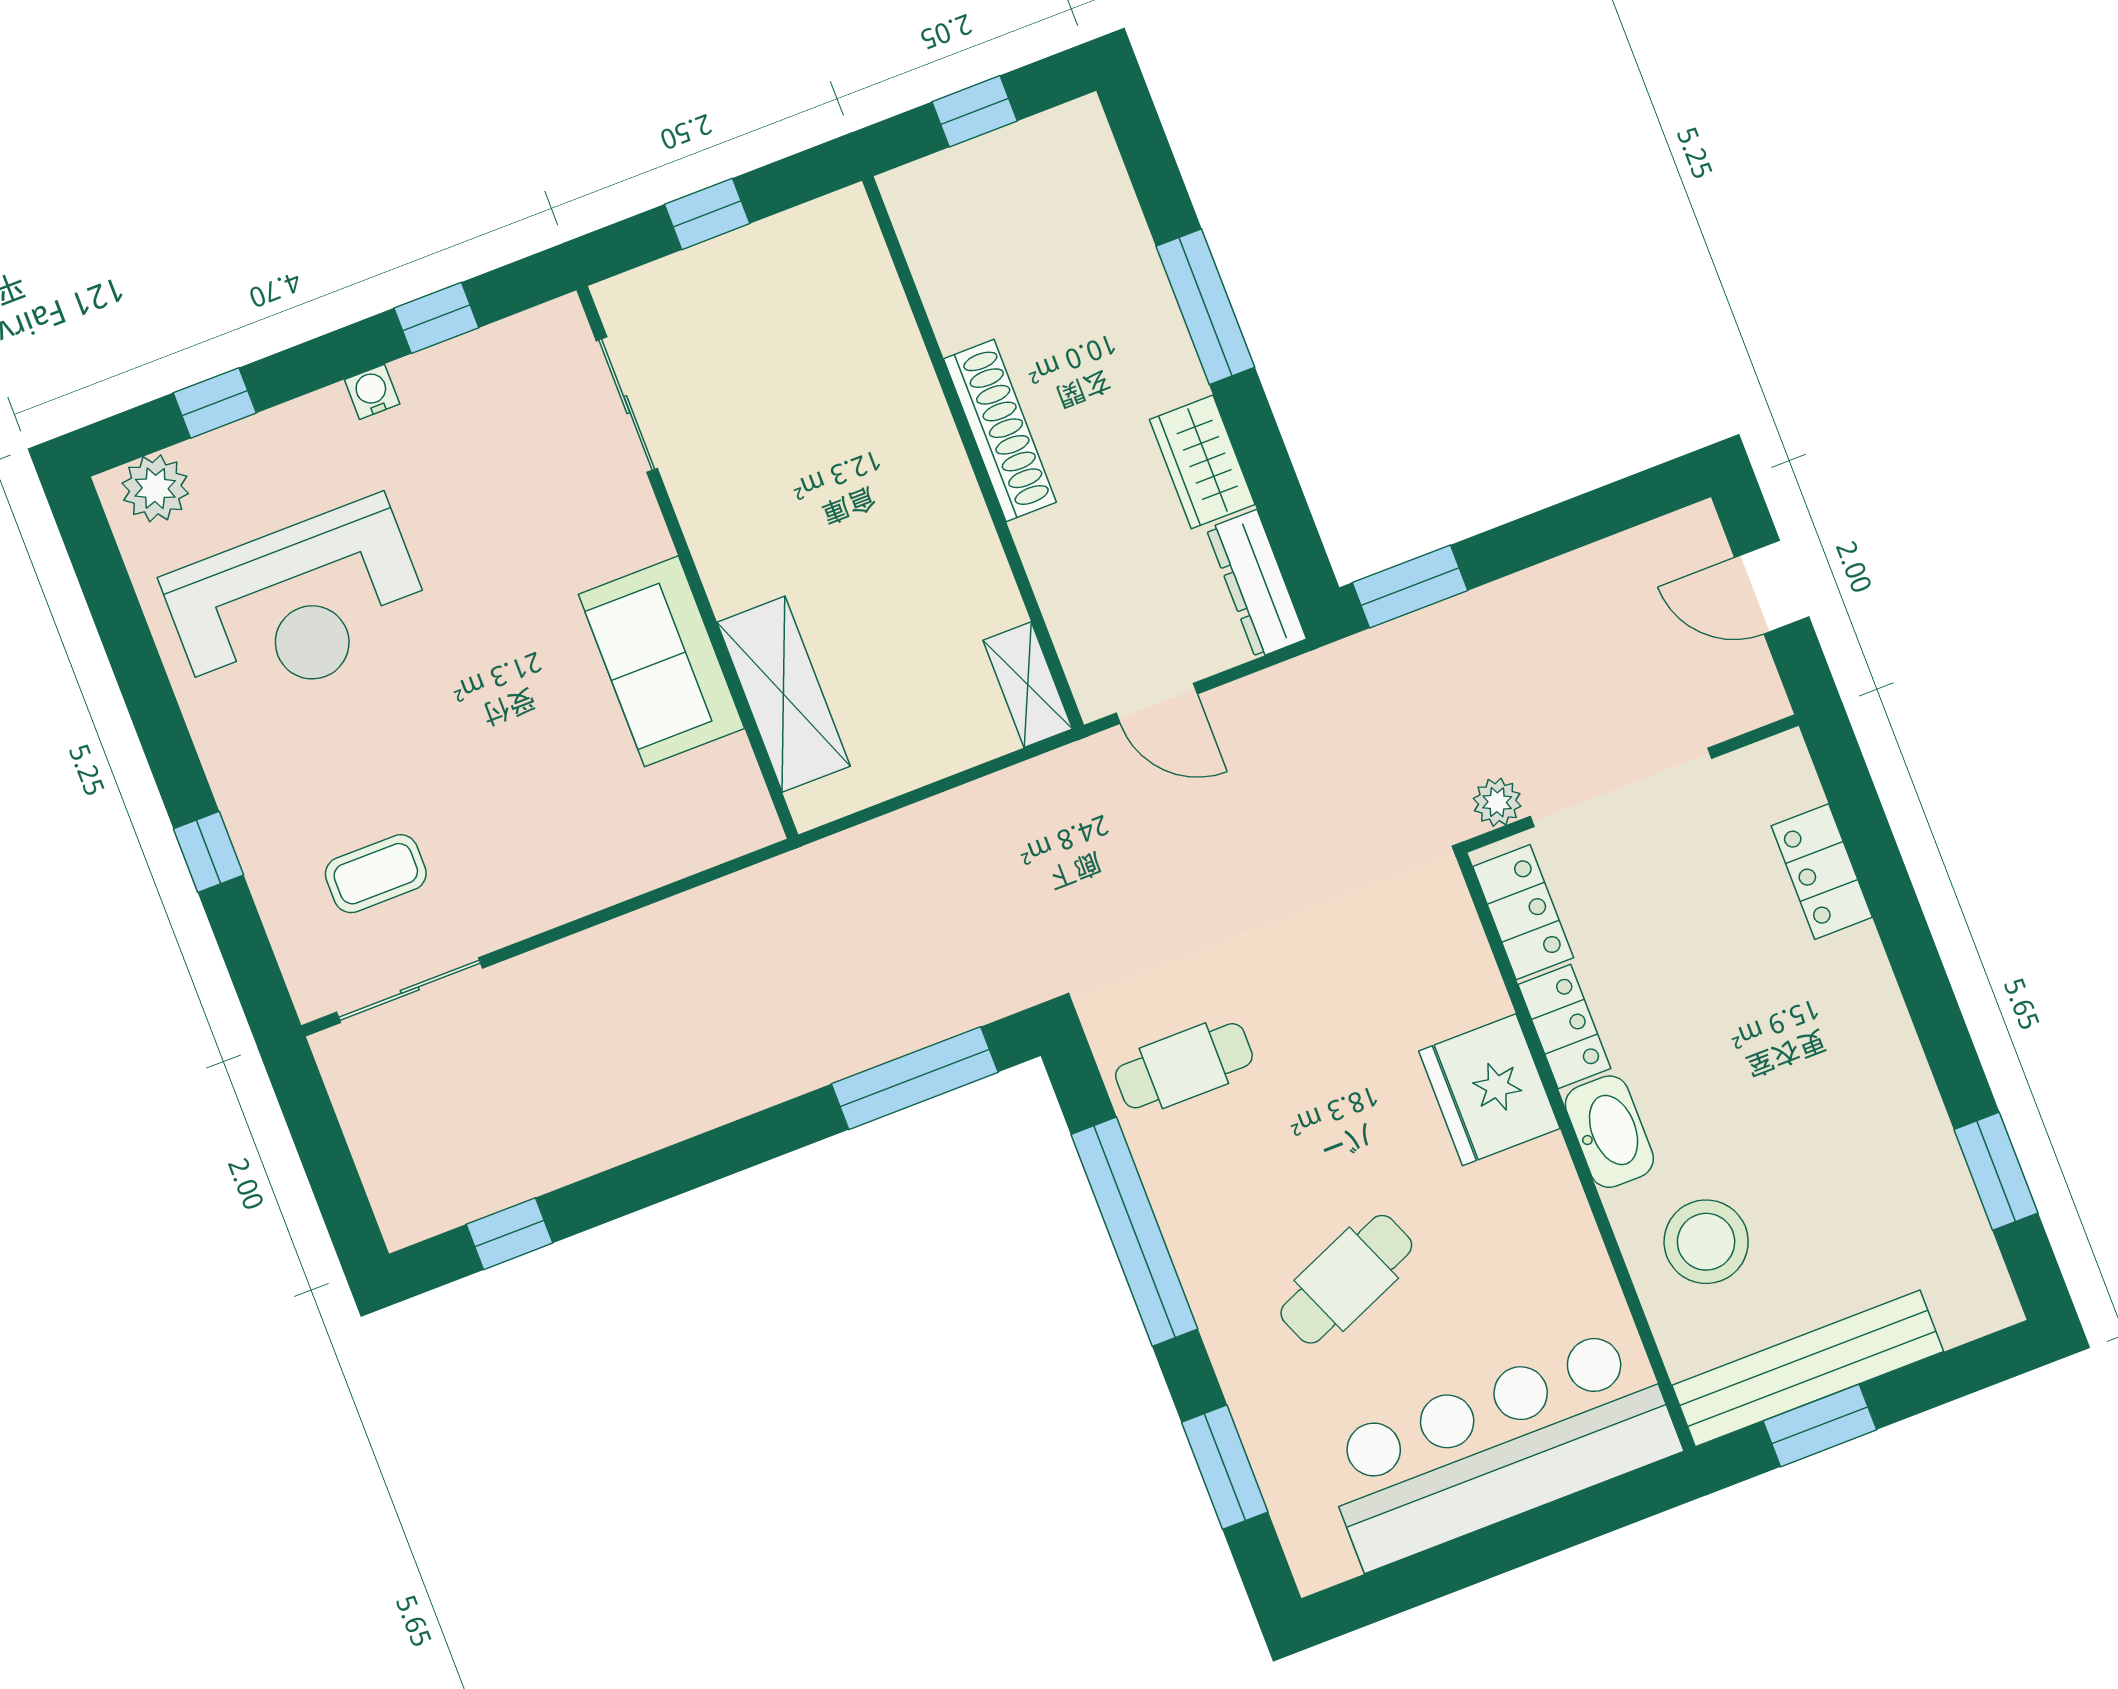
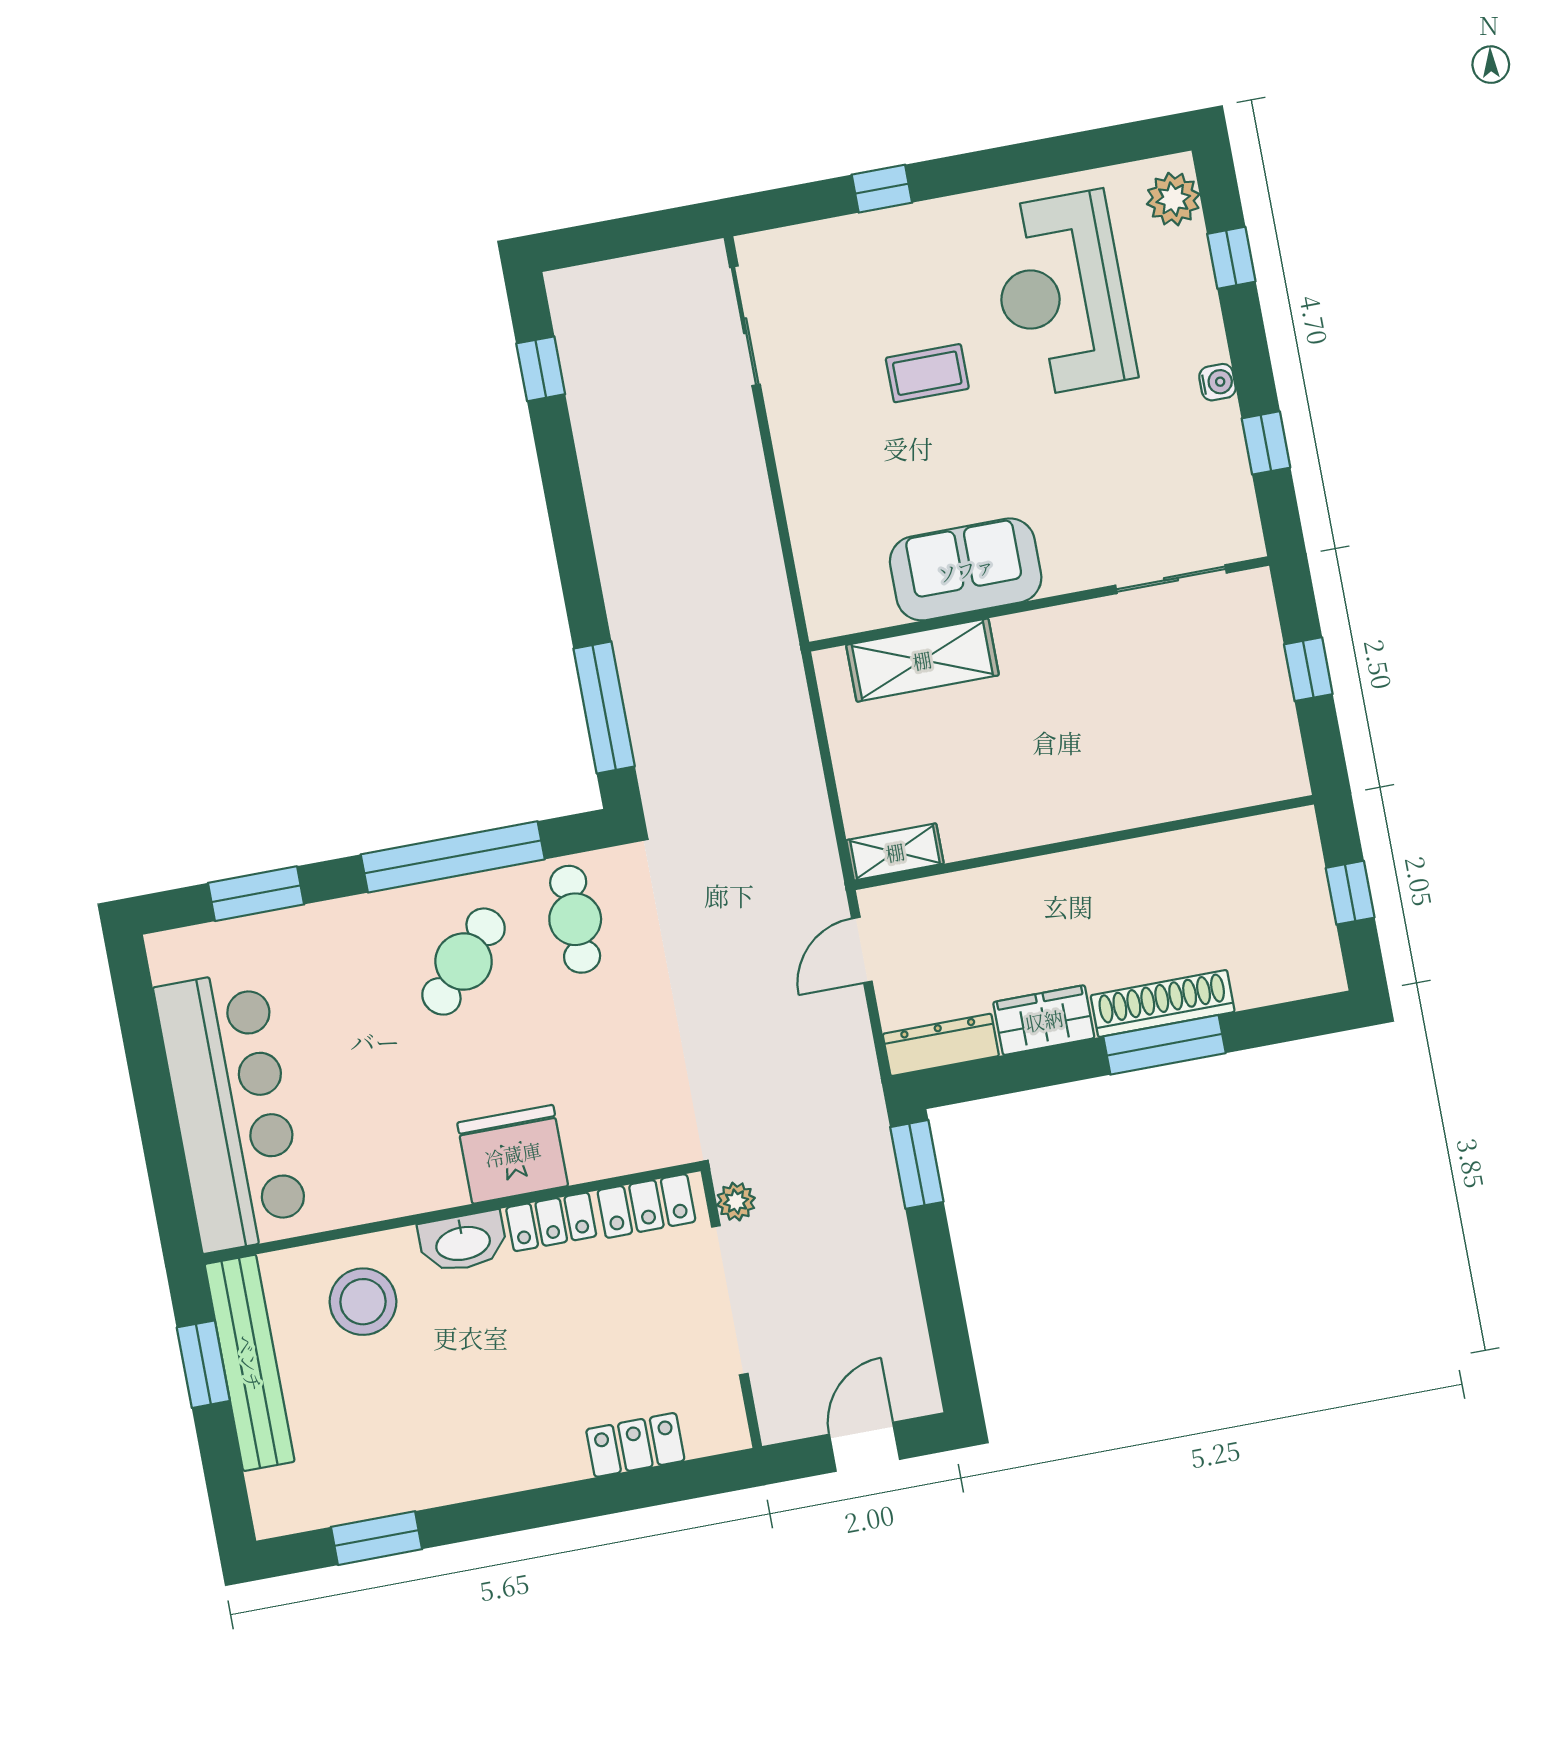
shoe rack: (1000, 430) -> (1163, 1004), moved, turned 180
coffee table: (376, 874) -> (927, 373), moved, turned 90
cafe table: (1346, 1279) -> (464, 962), moved, turned 66

